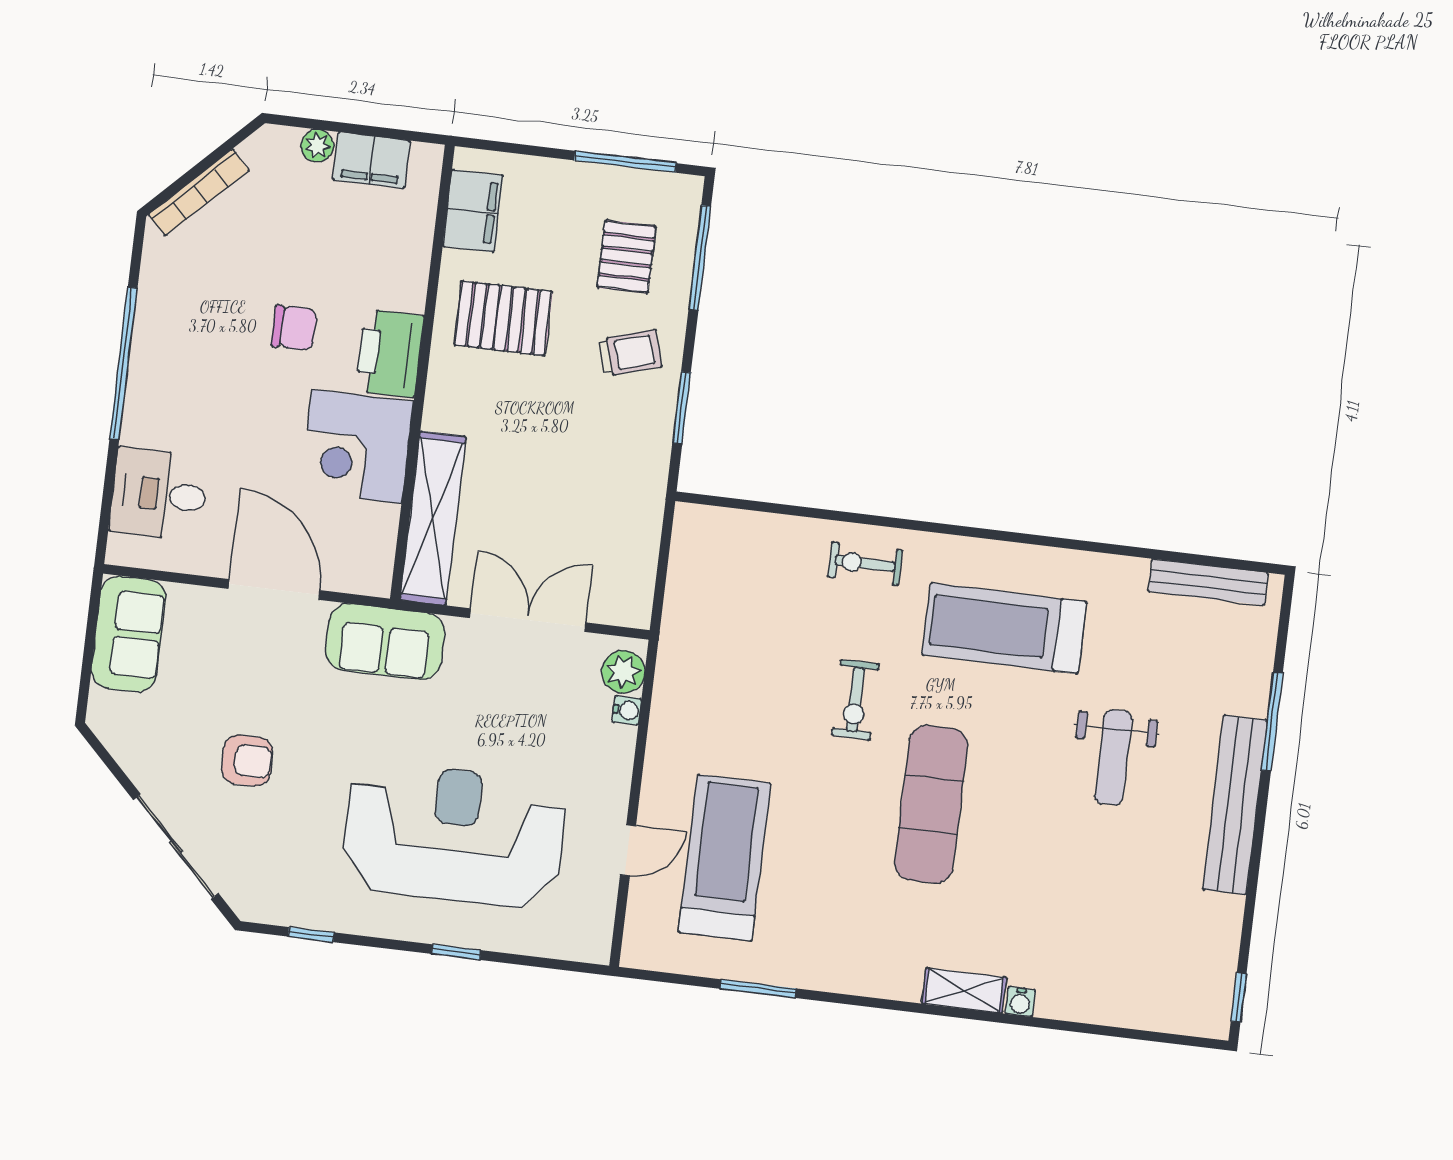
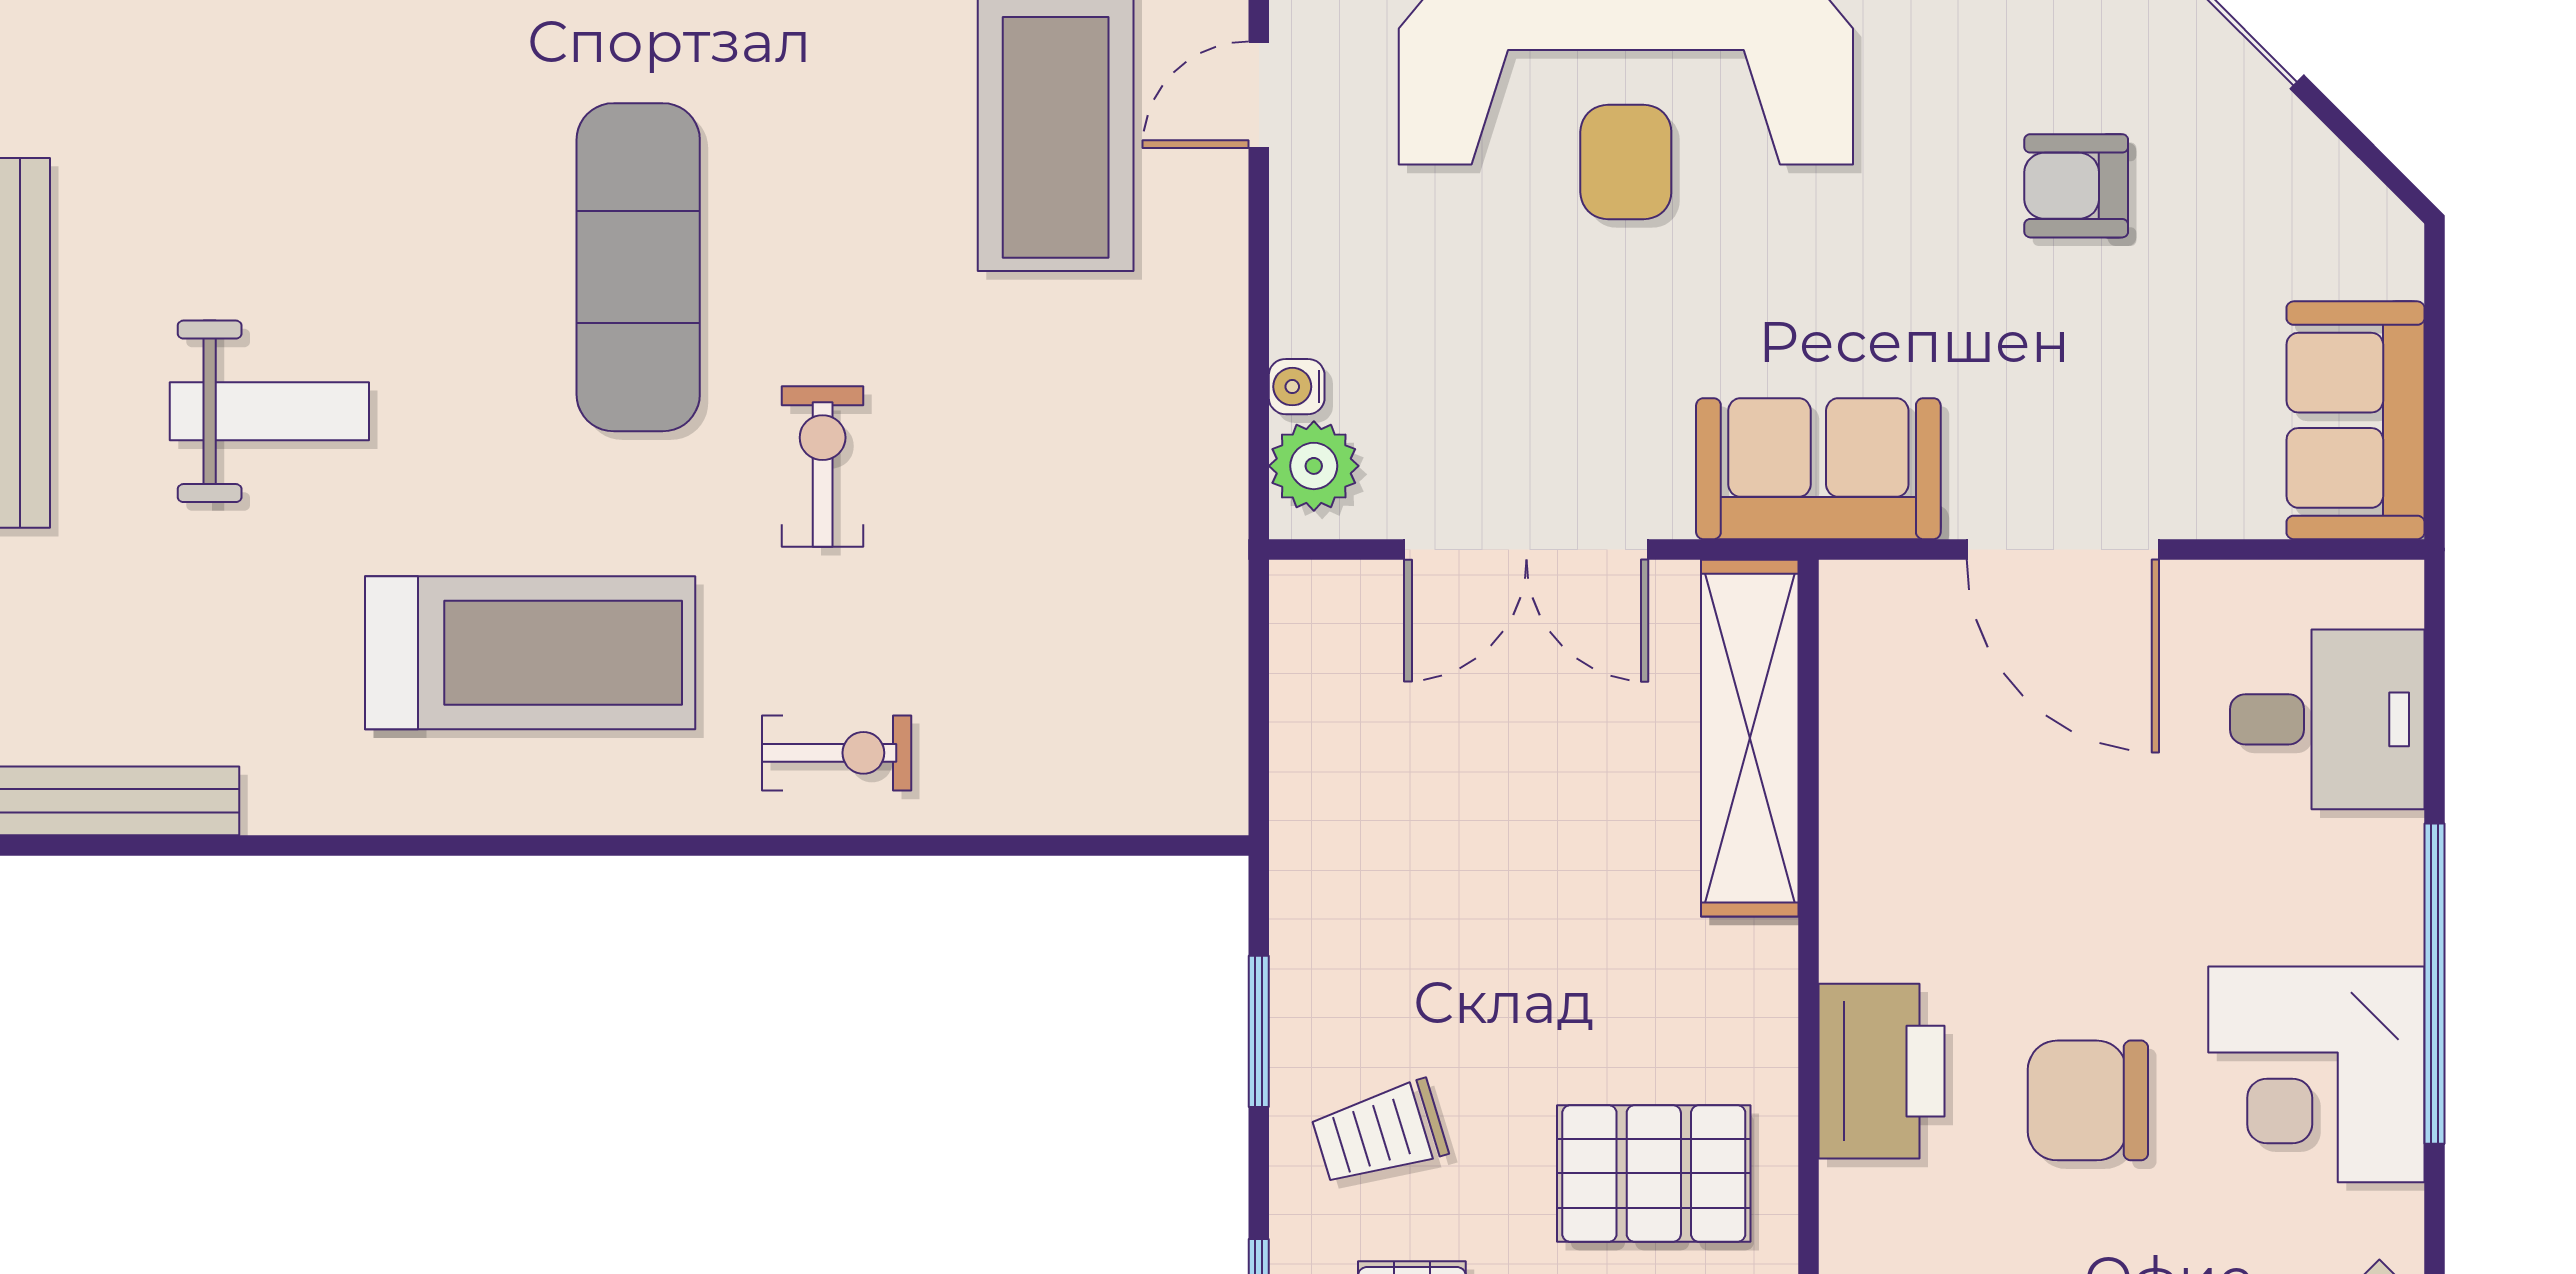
chair: (294, 328) -> (2088, 1100), width x1.37, depth x1.37
corner desk: (357, 446) -> (2316, 1074), moved, turned 180
weight bench: (1114, 757) -> (269, 411), turned 90

